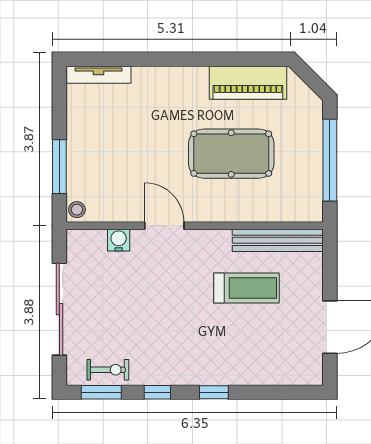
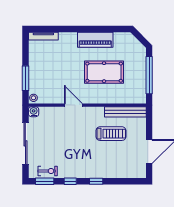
piano: (248, 83) -> (95, 40), moved
water cooler: (119, 240) -> (34, 112), moved

